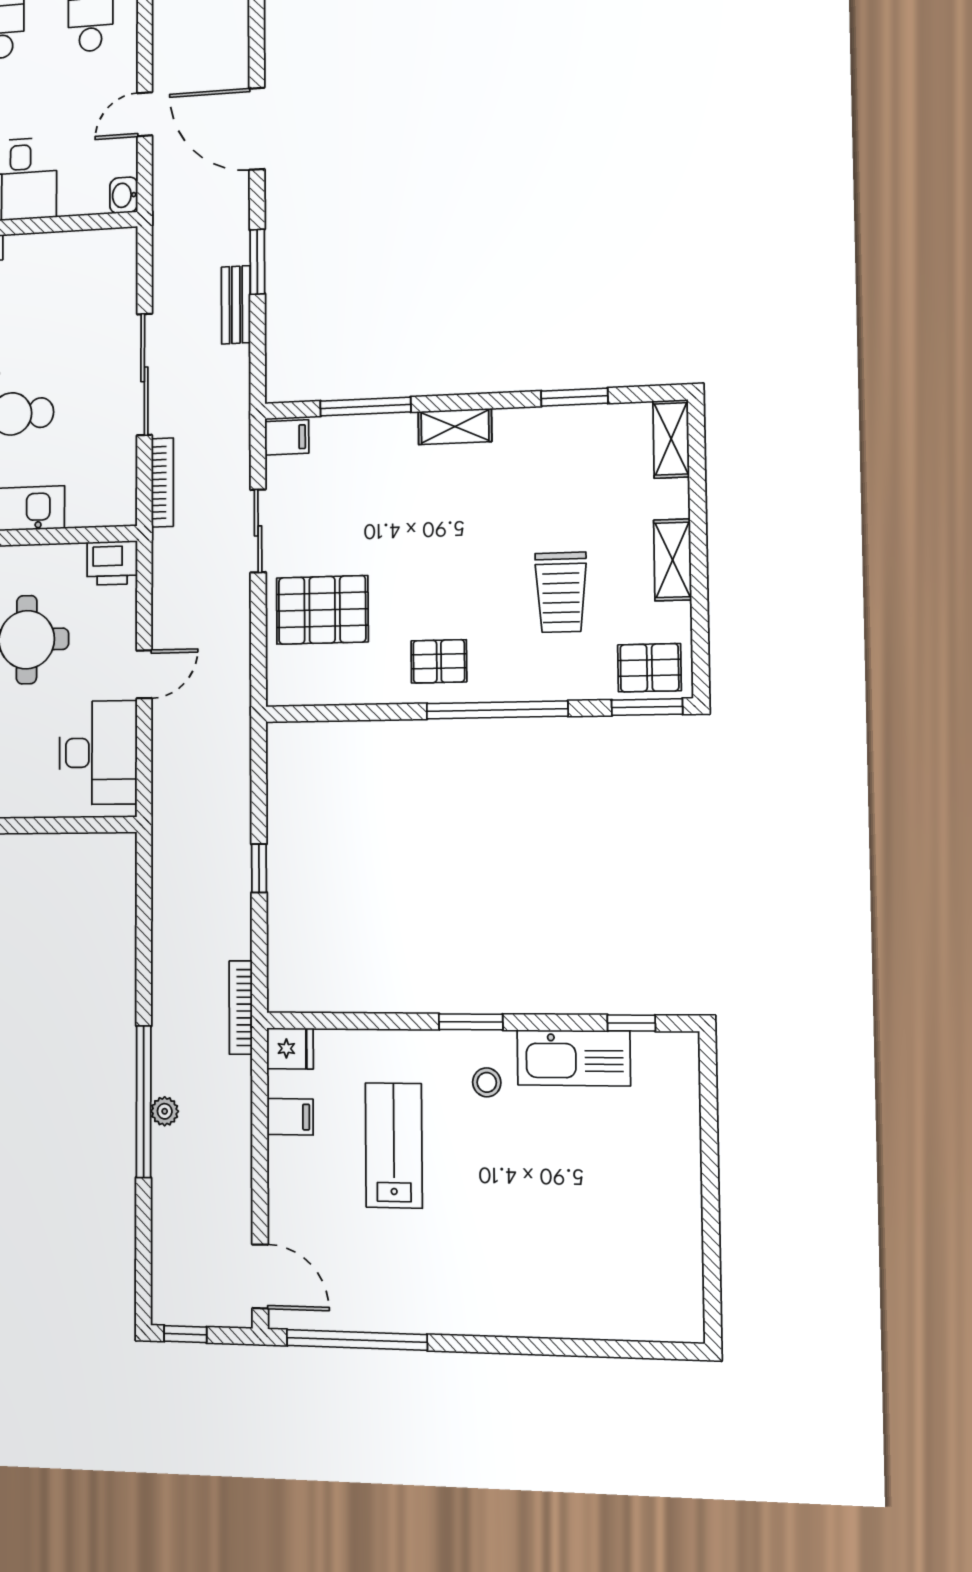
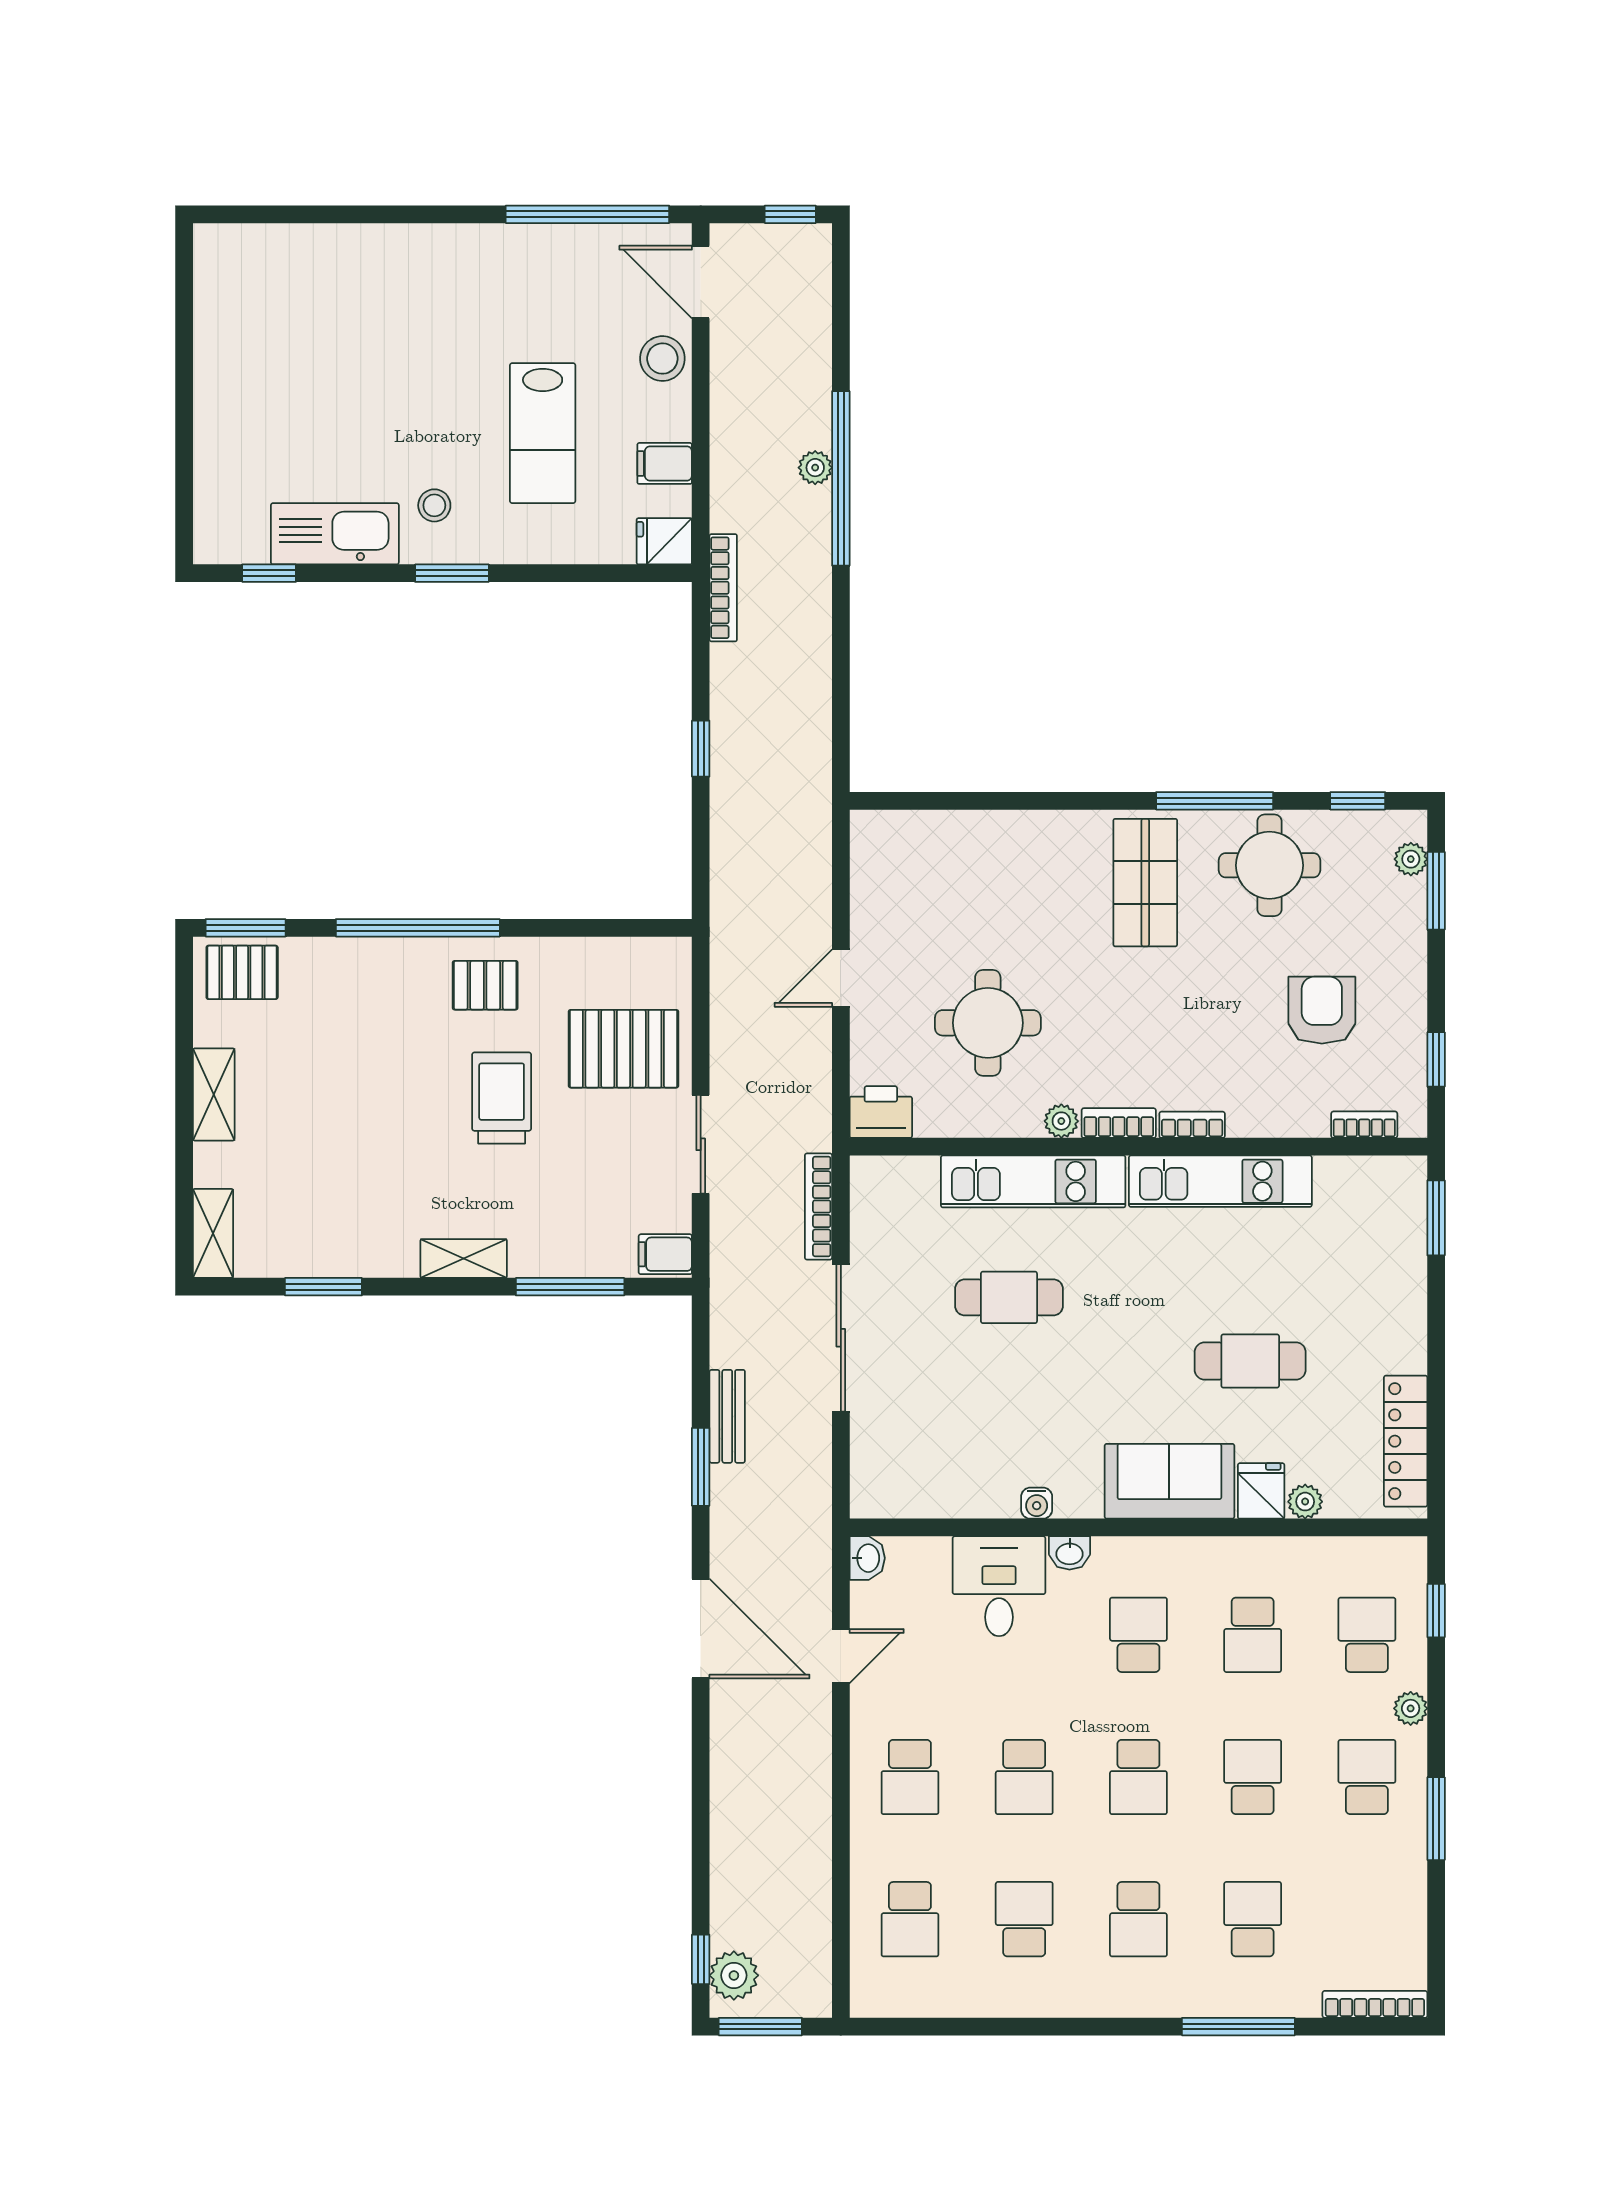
trolley: (561, 592) -> (502, 1098), moved
desk: (98, 753) -> (898, 886), removed
stool: (292, 1209) -> (662, 359), added

